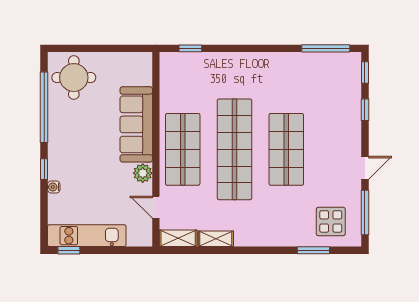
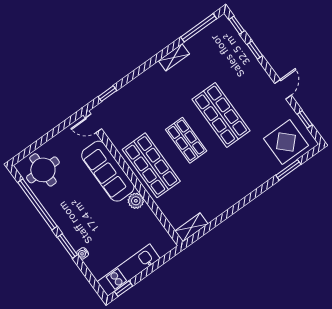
shop shelf: (235, 149) -> (186, 140), width x0.50, depth x0.74
window: (44, 169) -> (67, 246), width x1.50
door: (156, 207) -> (93, 123), moved
window: (365, 213) -> (305, 119), width x0.46
display table: (331, 221) -> (286, 142), width x1.36, depth x1.36
shelving: (216, 239) -> (174, 57), moved

